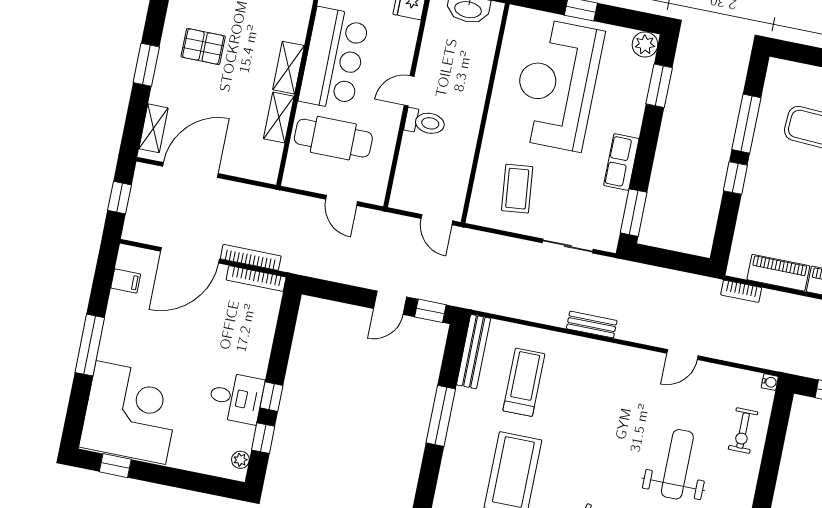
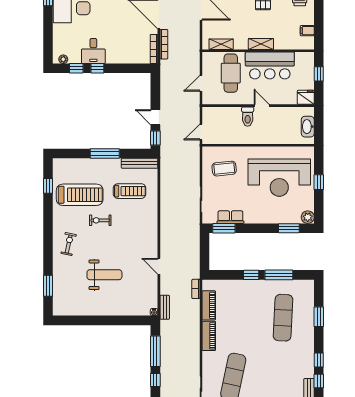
reception desk: (557, 85) -> (279, 178), turned 180
shelving: (279, 117) -> (221, 44), moved
row of seats: (621, 162) -> (230, 217), moved
bench: (592, 325) -> (165, 307), moved
exercise bike: (743, 431) -> (100, 220), moved

